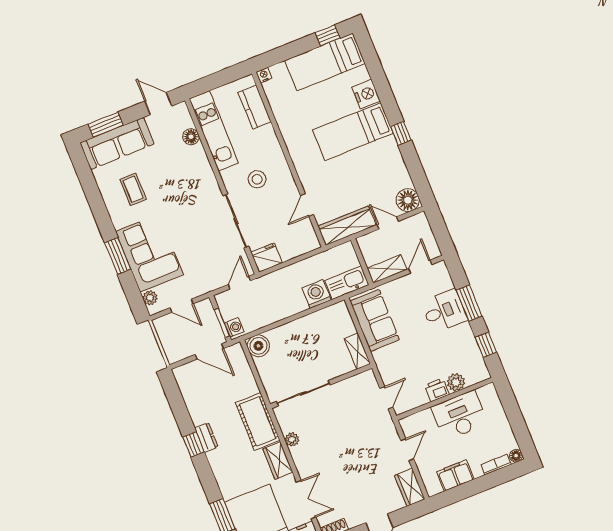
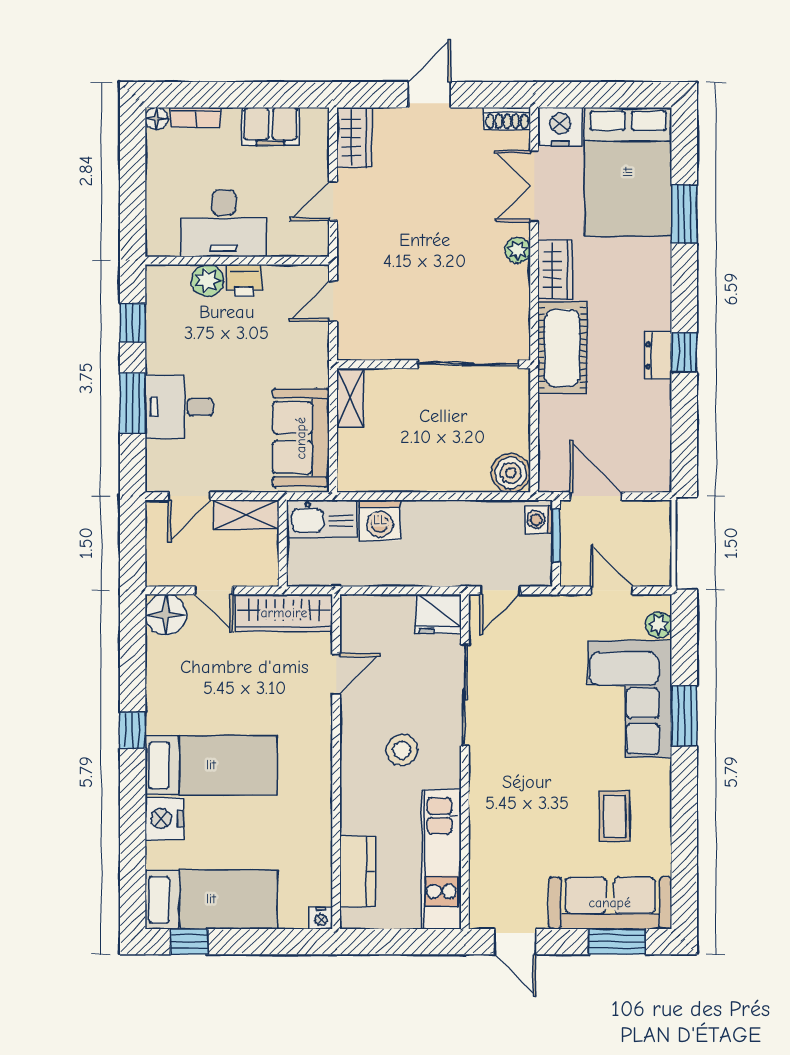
floor lamp: (191, 137) -> (483, 865), removed
plant: (292, 440) -> (518, 250), moved

